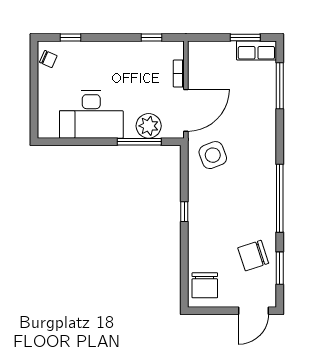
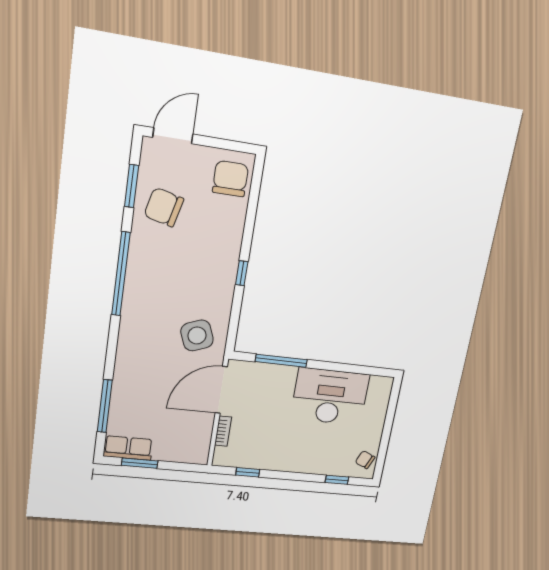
plant: (149, 126) -> (267, 377), removed
chair: (253, 256) -> (164, 207), turned -148

